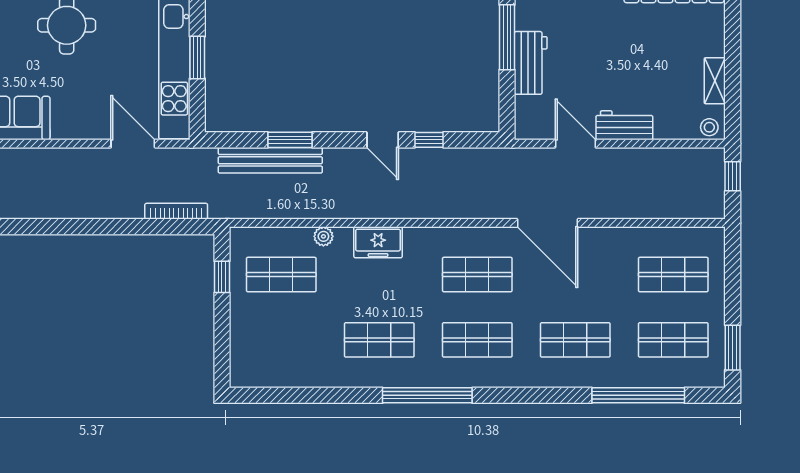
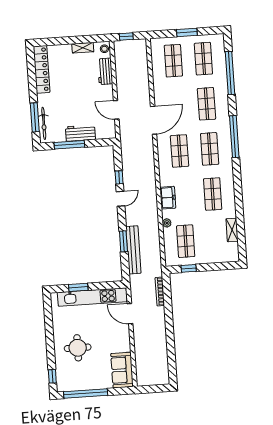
window: (197, 57) -> (78, 287), moved
workbench: (624, 125) -> (105, 71), moved
door: (133, 144) -> (130, 314), hinge flipped
door: (575, 144) -> (116, 110), hinge flipped
window: (733, 348) -> (187, 32), moved
shelving: (299, 376) -> (232, 230), added
window: (427, 395) -> (234, 137), moved

